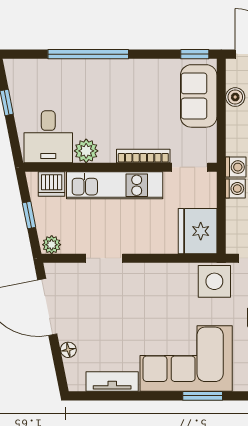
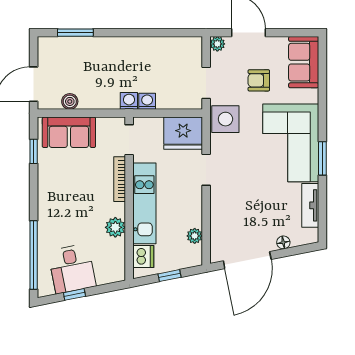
window: (88, 54) -> (34, 255), moved
window: (195, 54) -> (34, 151), moved
desk: (48, 137) -> (72, 269), moved, turned 79
plant: (52, 245) -> (195, 236), moved
doorway: (104, 258) -> (206, 170), moved
window: (203, 396) -> (322, 158), moved

